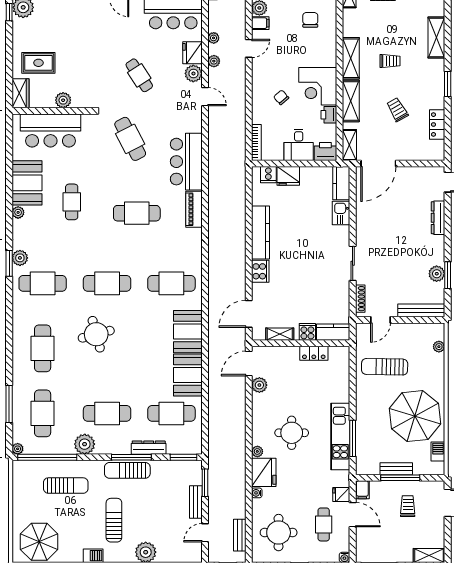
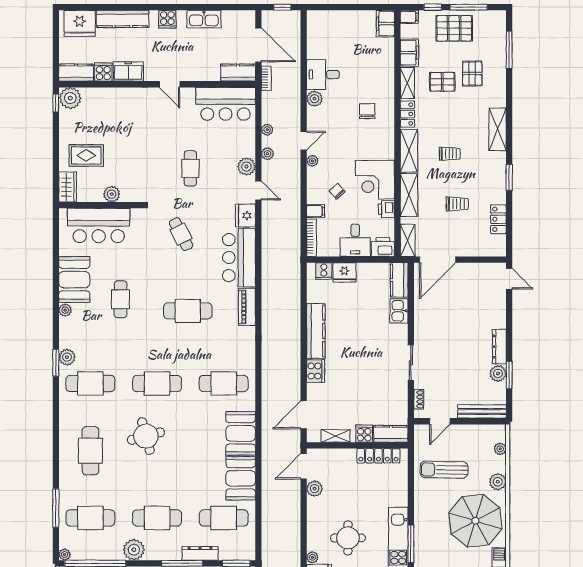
filing cabinet: (260, 23) -> (316, 211), moved
locker: (349, 23) -> (407, 114), added
fridge: (192, 53) -> (245, 216), moved
plant: (257, 68) -> (312, 161), added
cafe table: (139, 75) -> (190, 168), turned 33
trolley: (397, 110) -> (457, 204), turned 120
cafe table: (130, 139) -> (181, 234), width x0.73, depth x0.74
dresser: (438, 218) -> (499, 347), moved
shoe rack: (360, 299) -> (419, 399), width x0.70
locker: (314, 353) -> (378, 456), width x1.53
plant: (437, 378) -> (498, 482), added
cafe table: (43, 413) -> (90, 518), turned 90

